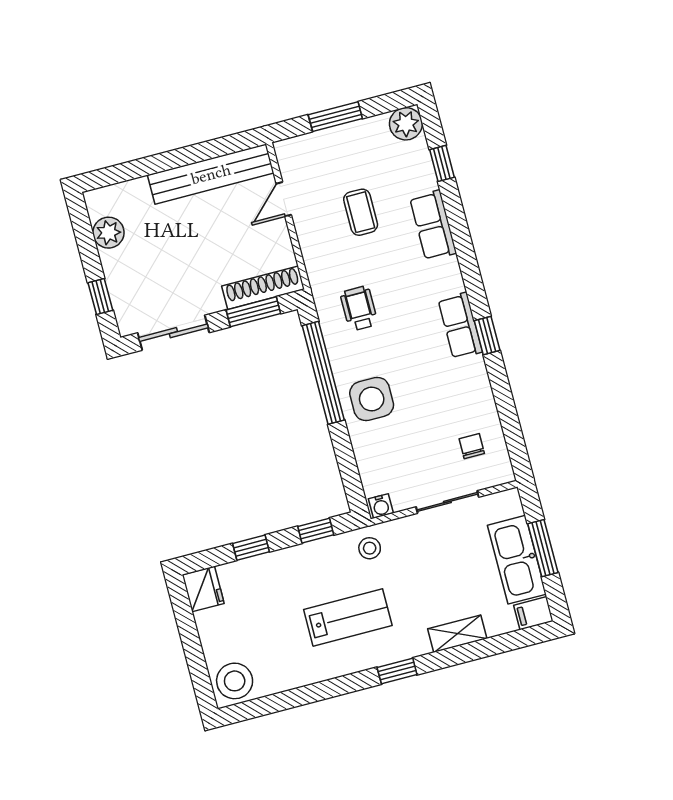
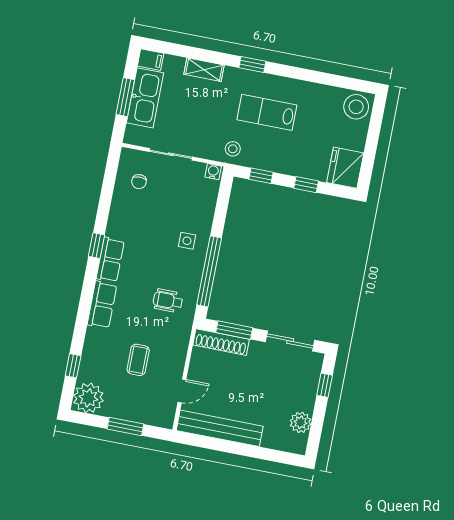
plant: (406, 124) -> (88, 398), width x1.36, depth x1.36
row of seats: (433, 225) -> (102, 305), moved
wheelchair: (359, 308) -> (168, 301), turned 90
side table: (372, 399) -> (187, 241), width x0.54, depth x0.54
fridge: (203, 589) -> (345, 168), width x1.36, depth x1.34

